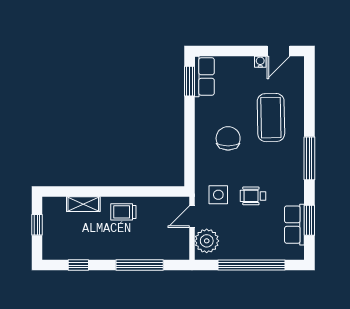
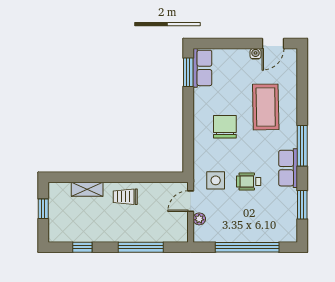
row of seats: (294, 225) -> (288, 168), moved
plant: (207, 241) -> (199, 219), width x0.53, depth x0.53

